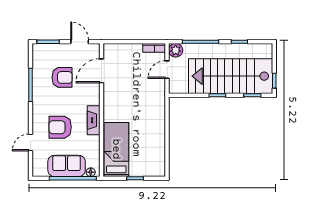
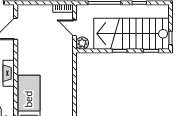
plant: (176, 50) -> (82, 43), moved
door: (167, 70) -> (74, 28), hinge flipped

